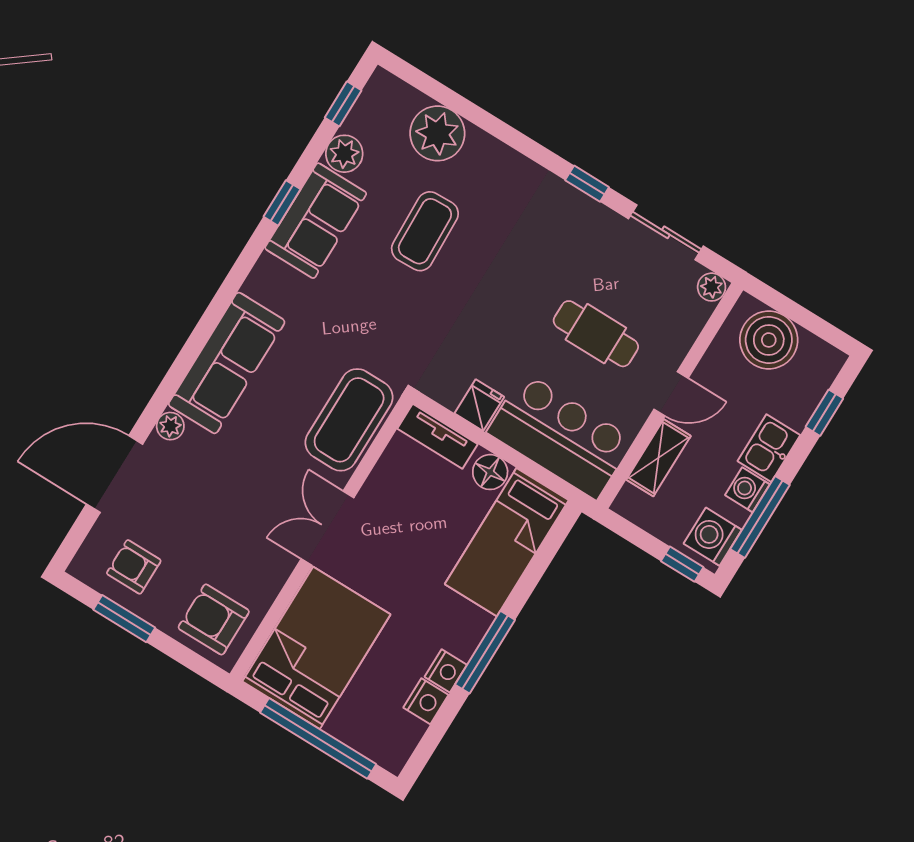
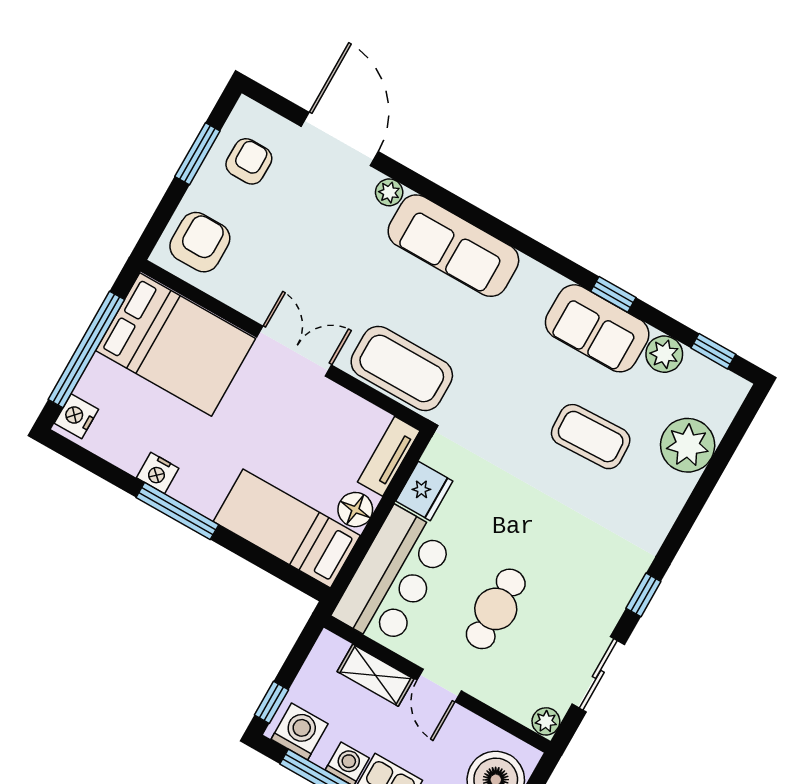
fridge: (479, 405) -> (424, 491), width x1.38
nightstand: (426, 701) -> (76, 416), moved, turned 90

